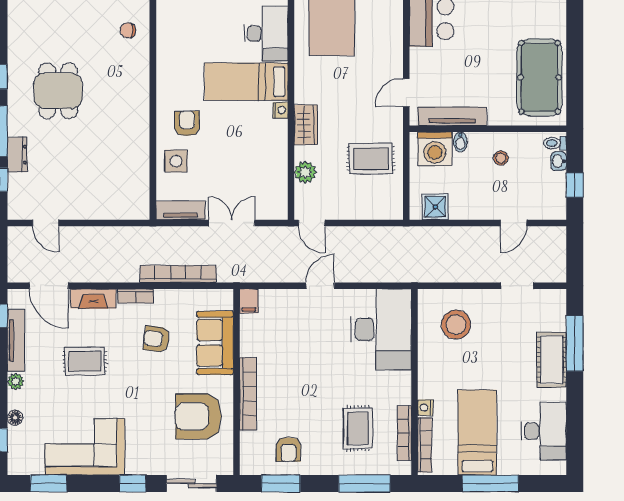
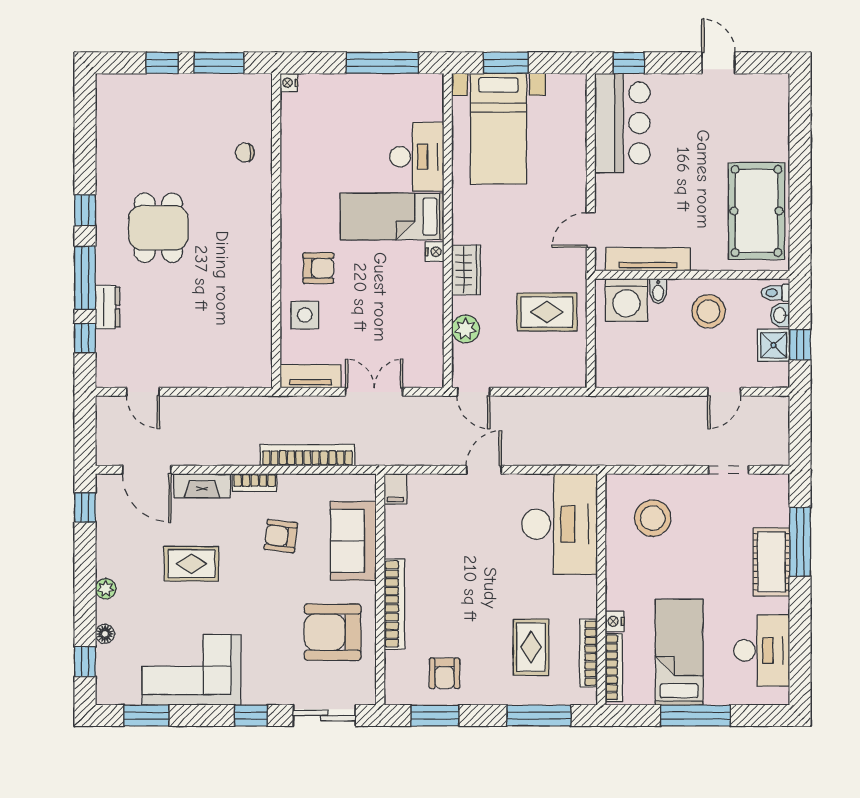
armchair: (187, 123) -> (318, 268), turned 90
stool: (501, 158) -> (708, 311), width x1.89, depth x1.89
shower: (435, 207) -> (774, 345), moved
tv unit: (16, 341) -> (106, 538), removed

